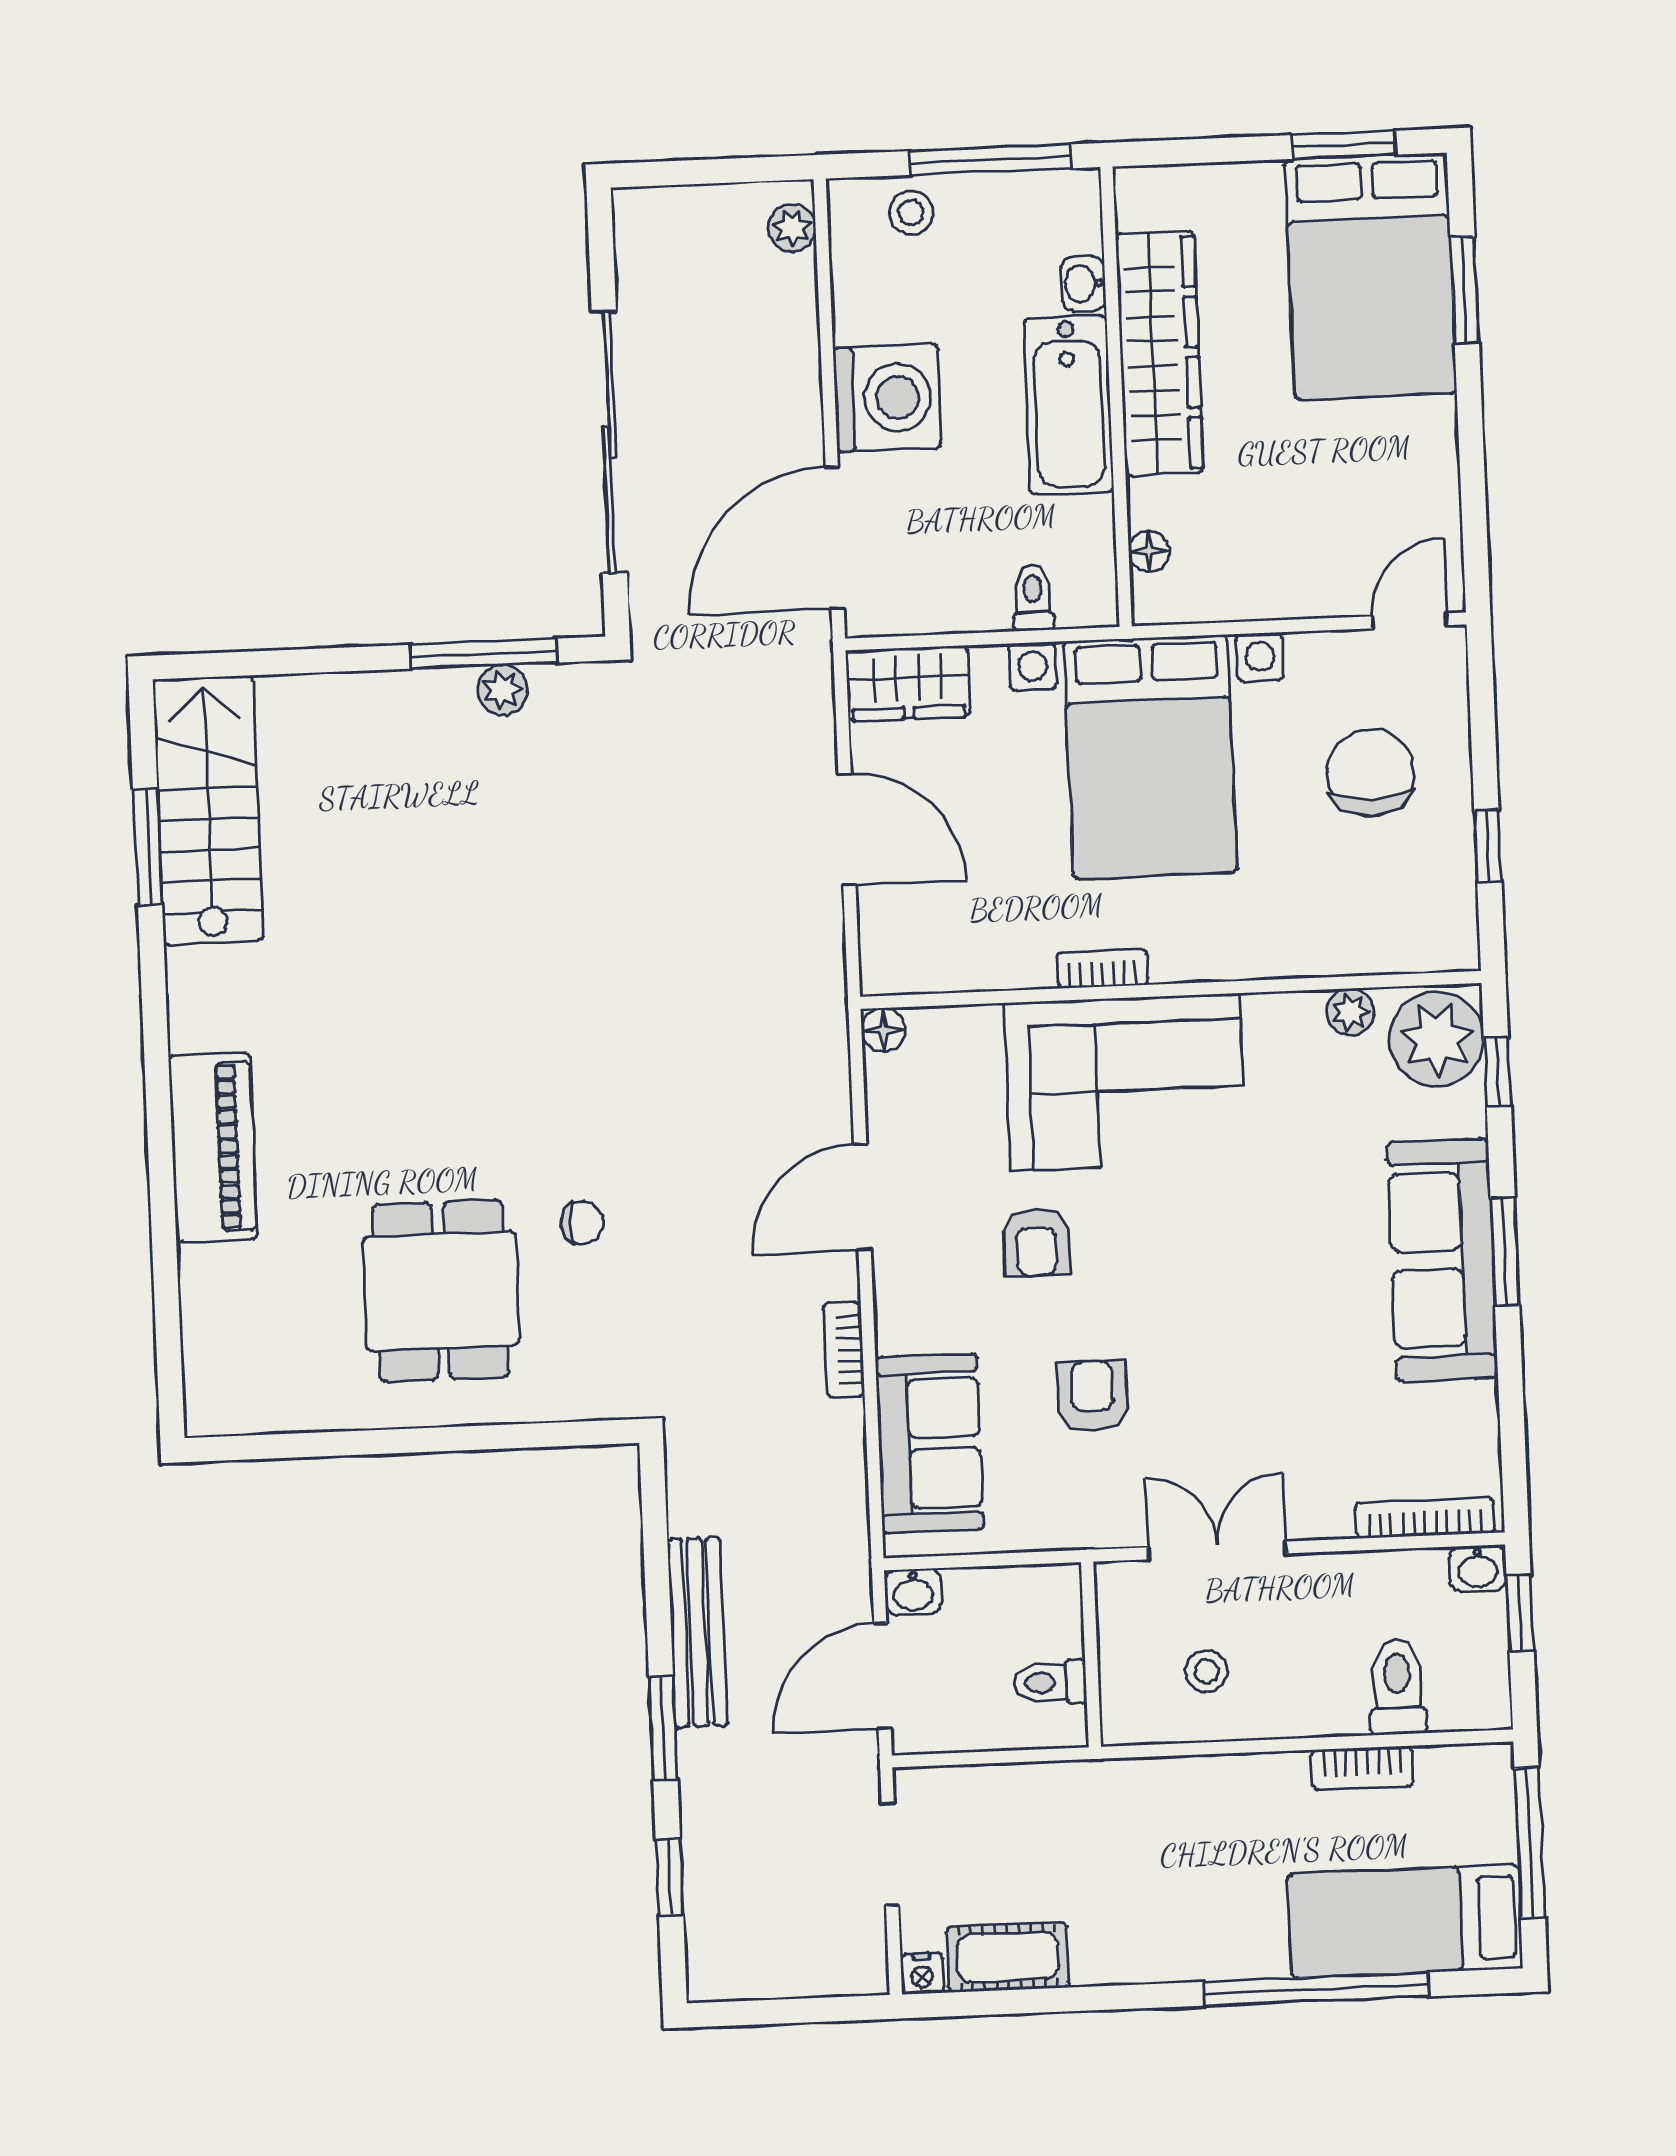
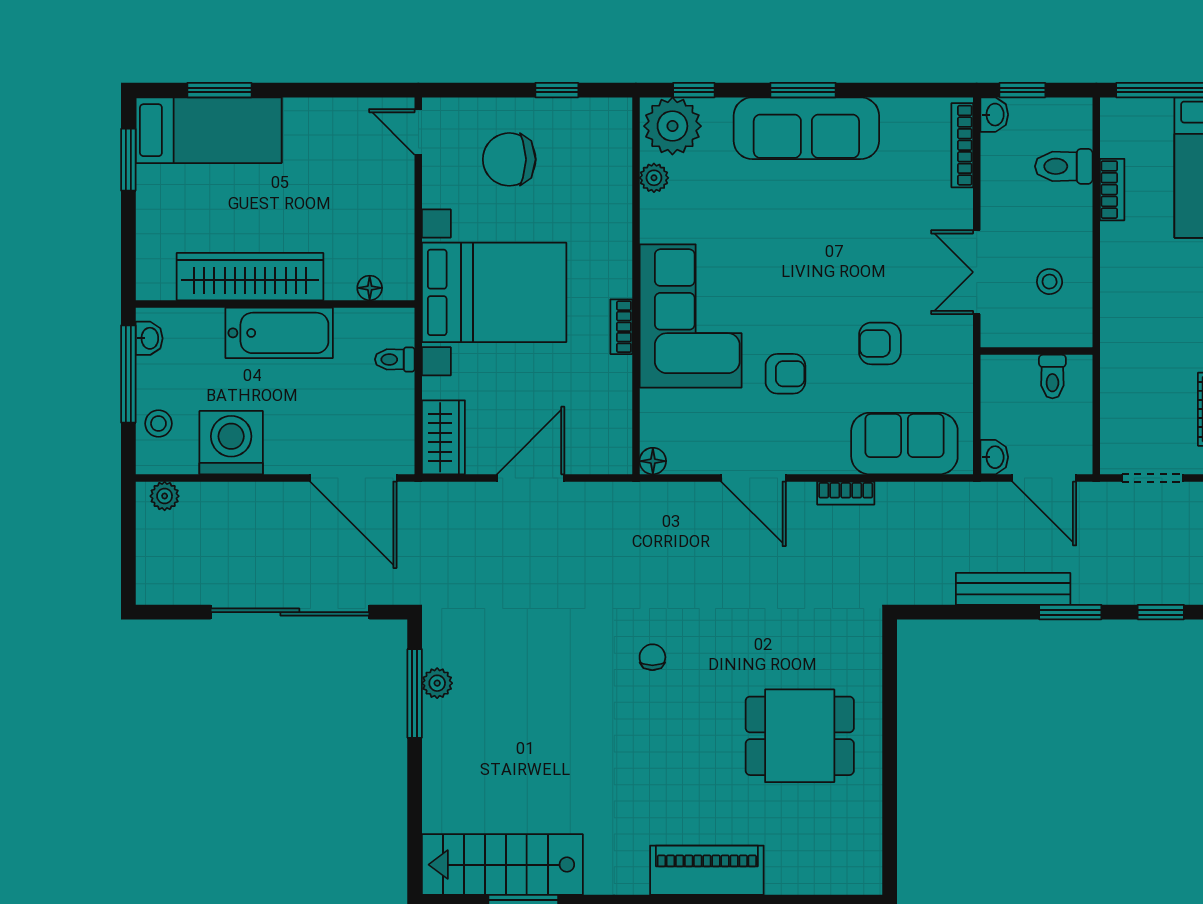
bed: (1371, 276) -> (209, 130), width x0.67
washbasin: (1083, 284) -> (149, 338), moved, turned -90
washing machine: (887, 398) -> (231, 443), moved
chair: (582, 1223) -> (652, 657), moved

